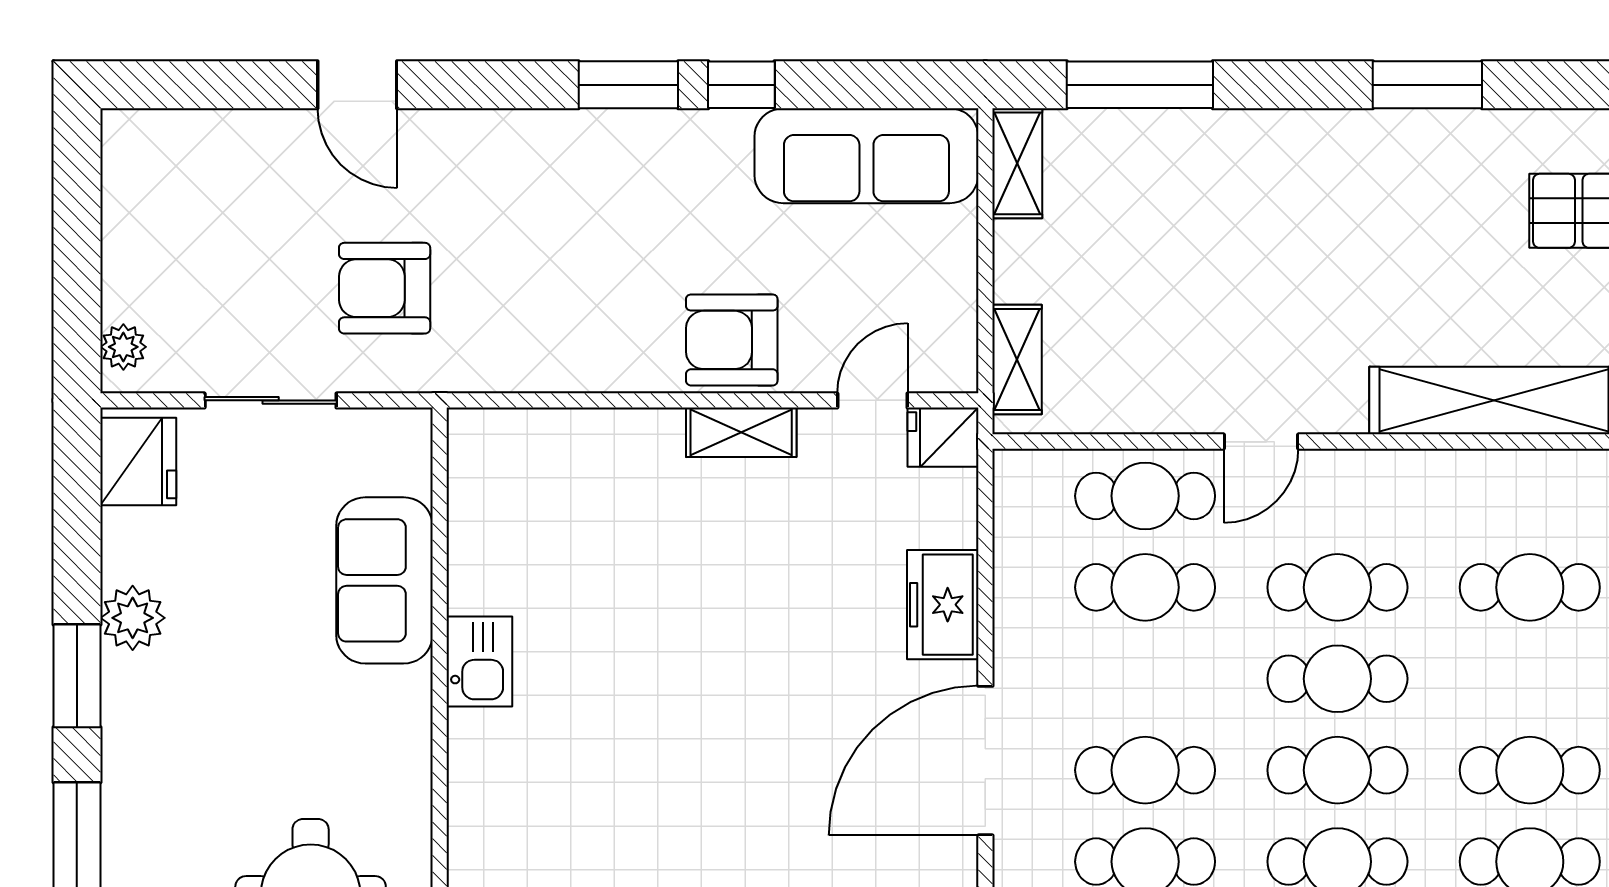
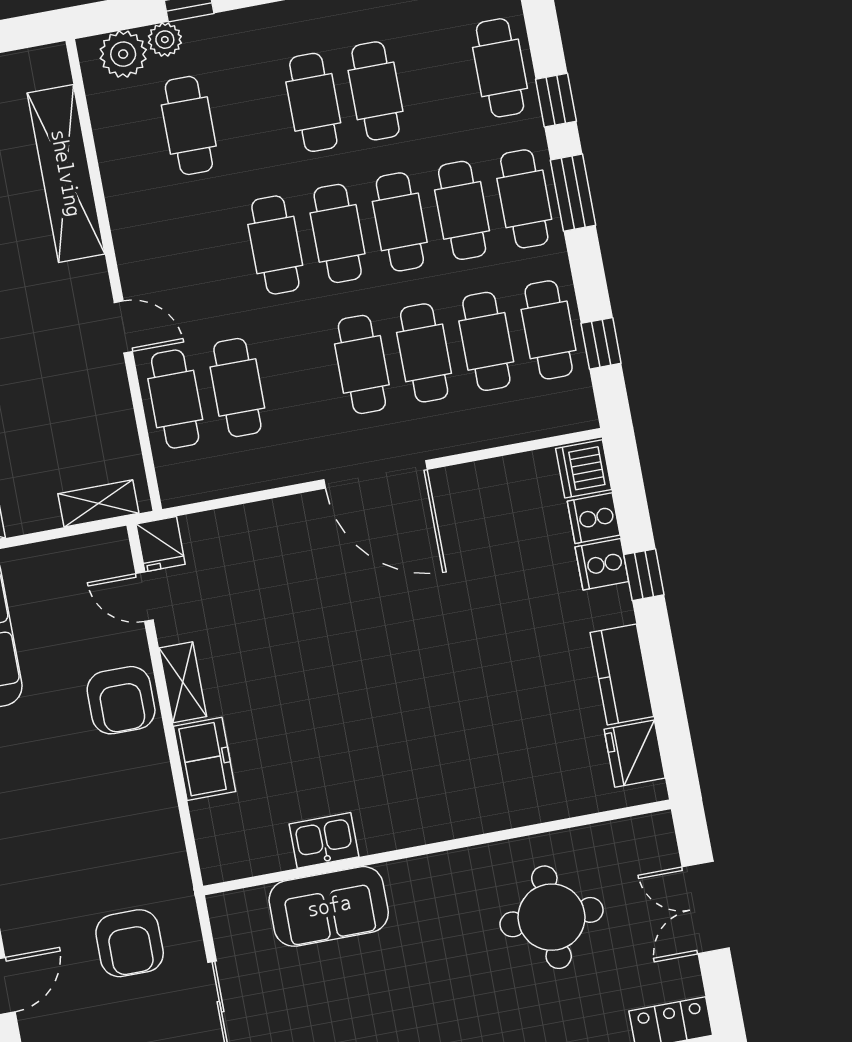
cafe table: (1337, 587) -> (213, 257), removed
freezer: (943, 605) -> (205, 759), moved, turned -90
kitchen sink: (479, 661) -> (324, 840), moved

